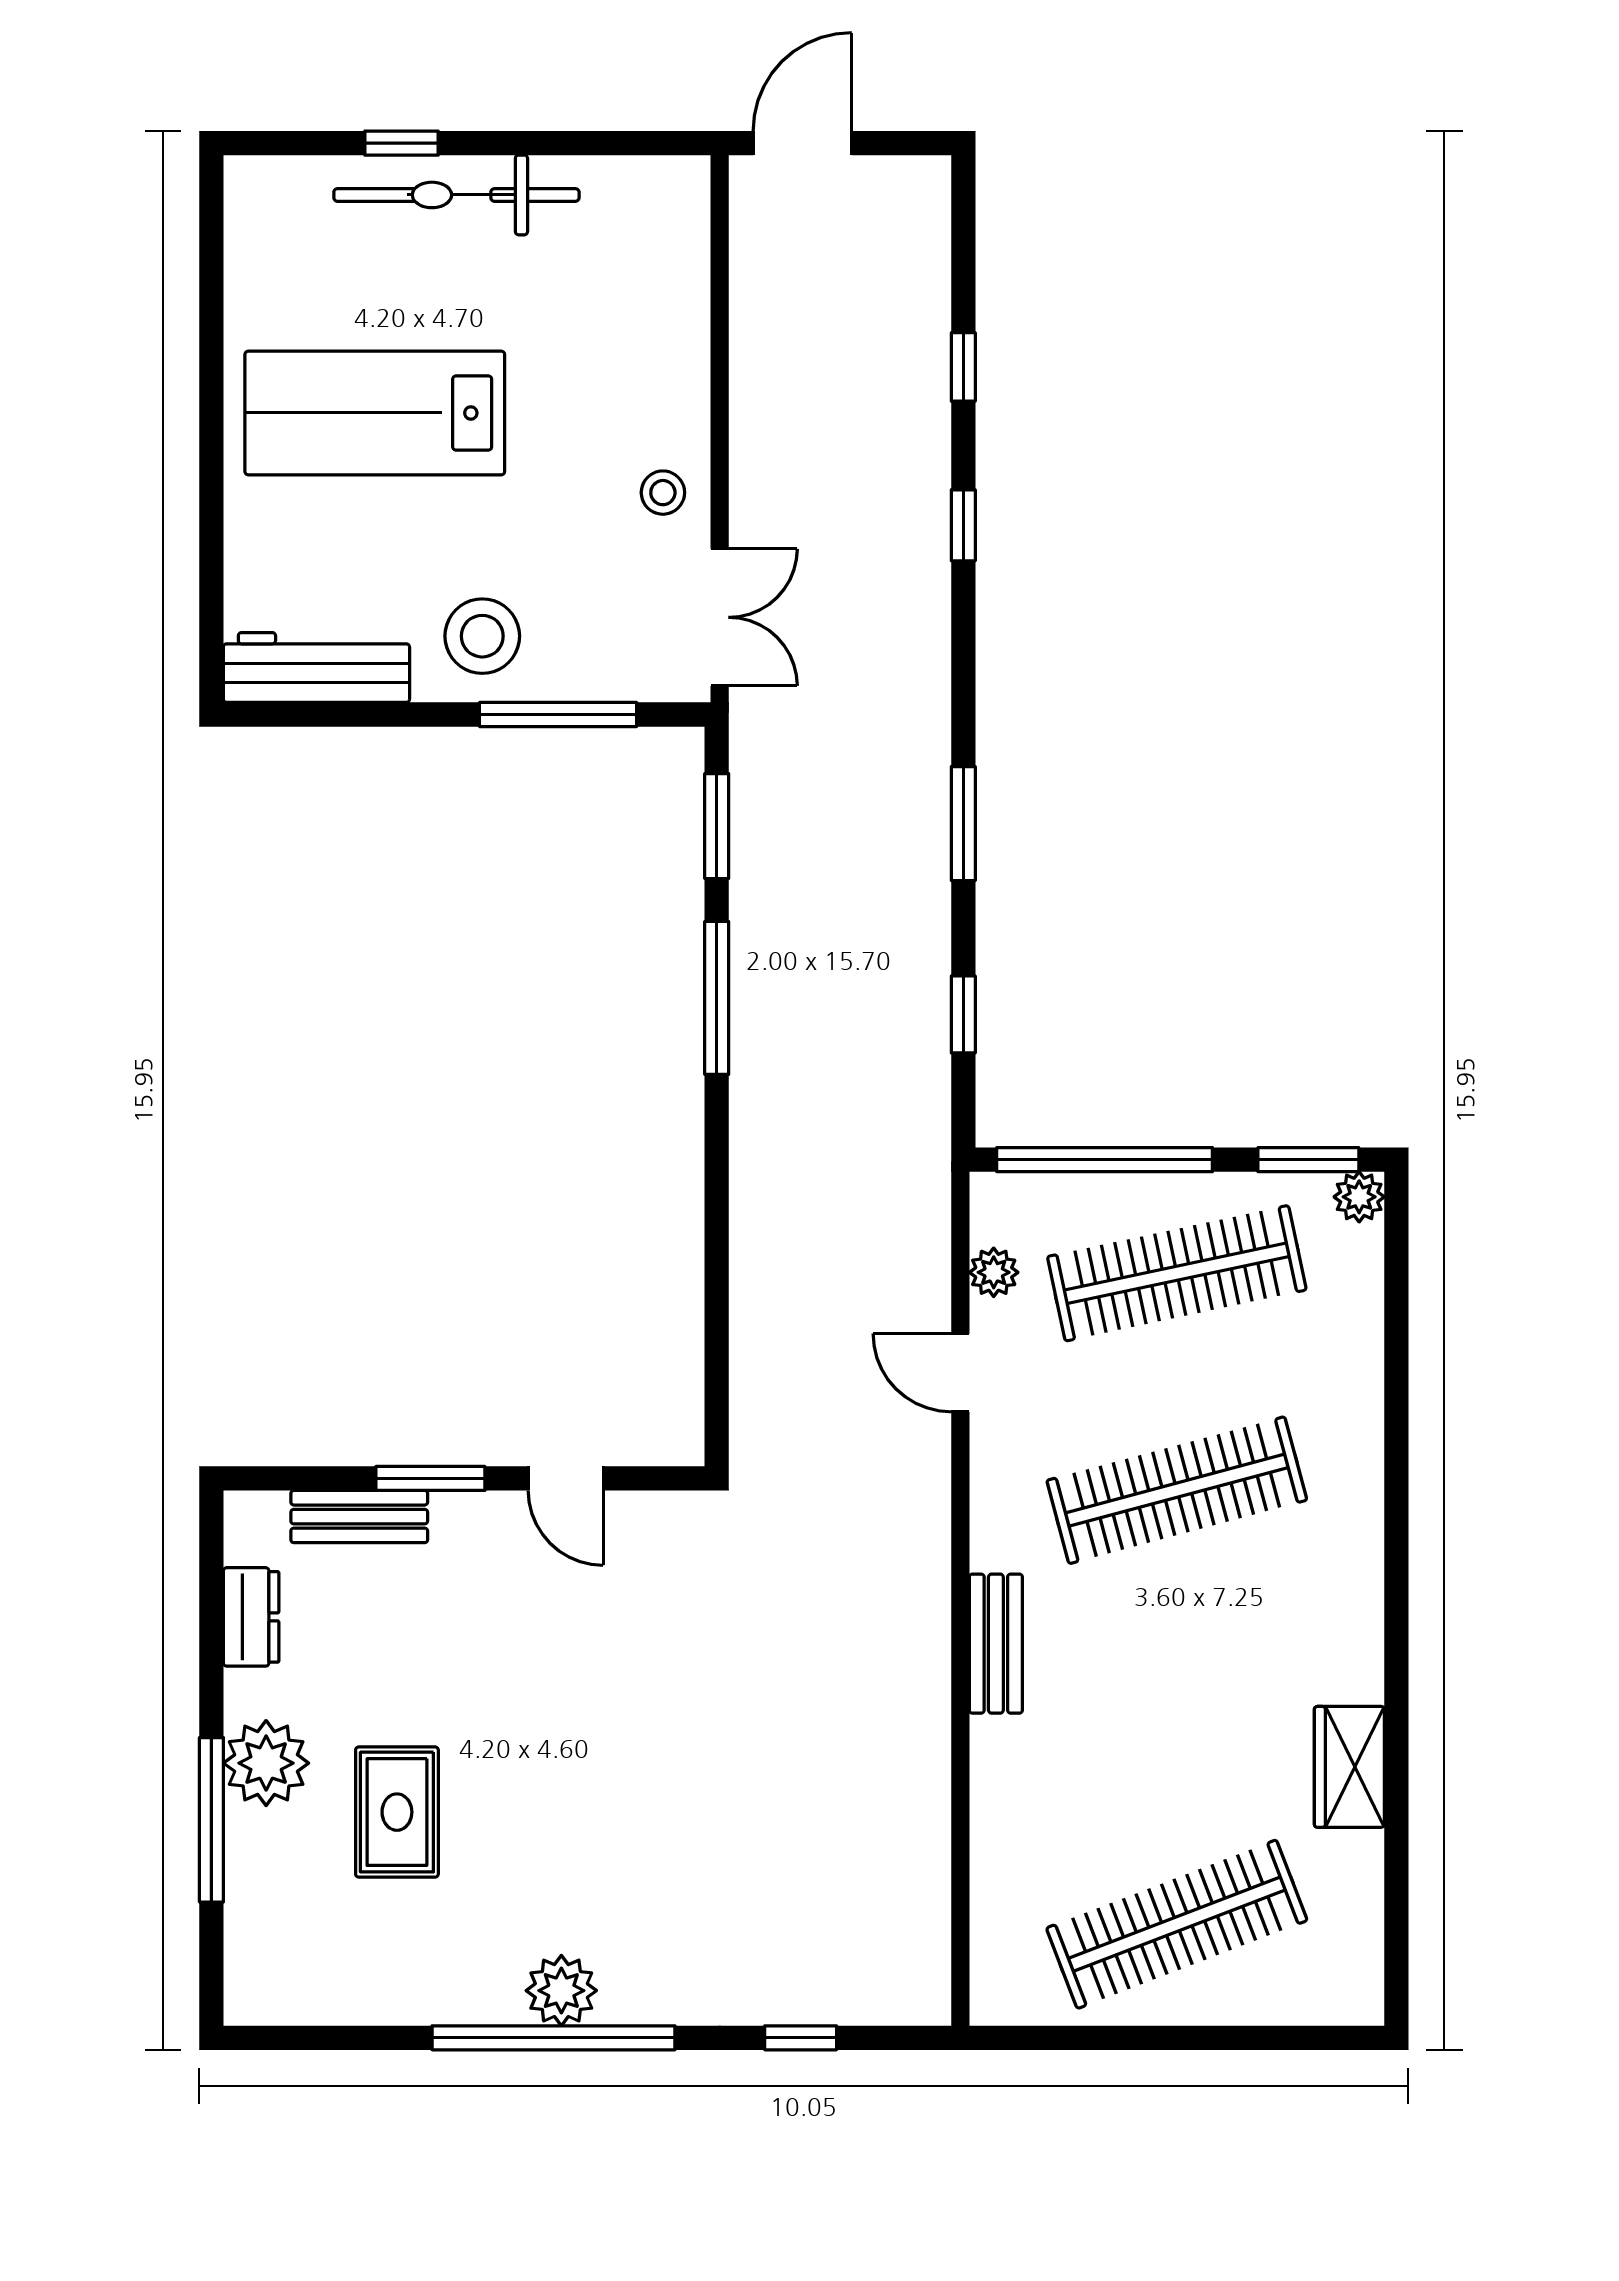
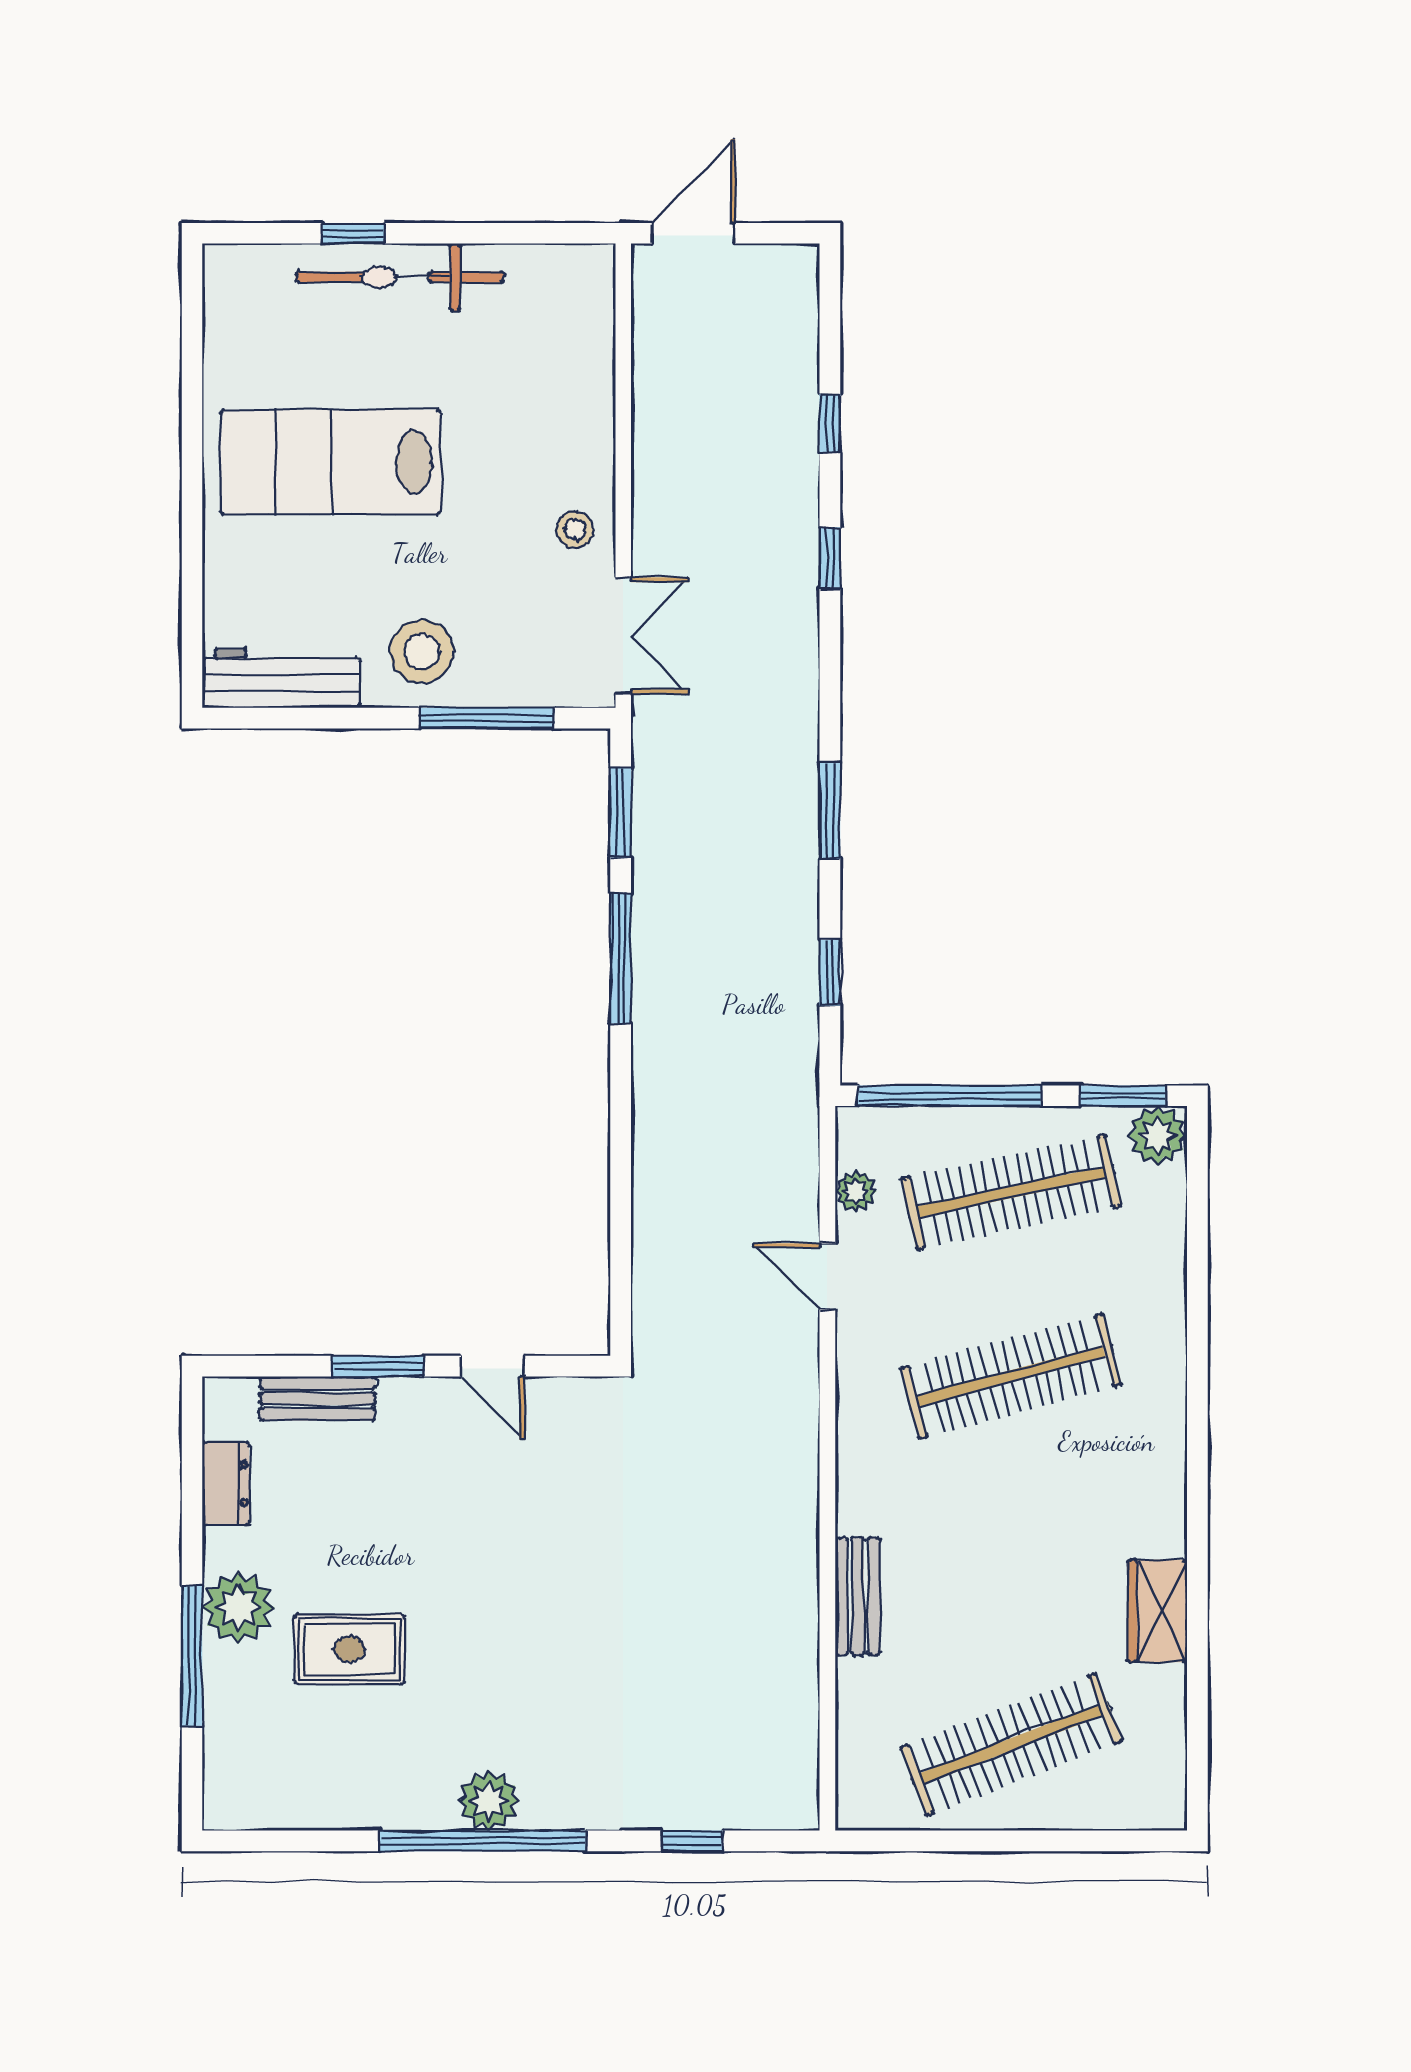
plant: (1359, 1197) -> (1158, 1135), width x1.38, depth x1.38
bench: (996, 1644) -> (858, 1596), moved
rug: (397, 1812) -> (349, 1649), turned 90

